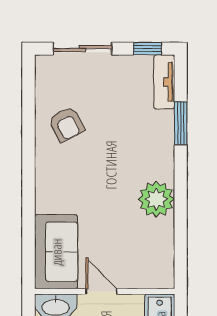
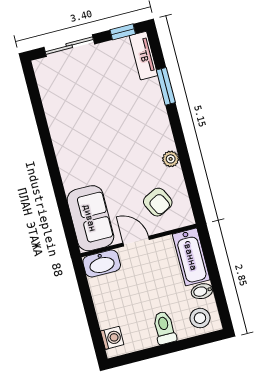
armchair: (67, 124) -> (158, 202), moved
plant: (156, 199) -> (171, 159), width x0.53, depth x0.53

